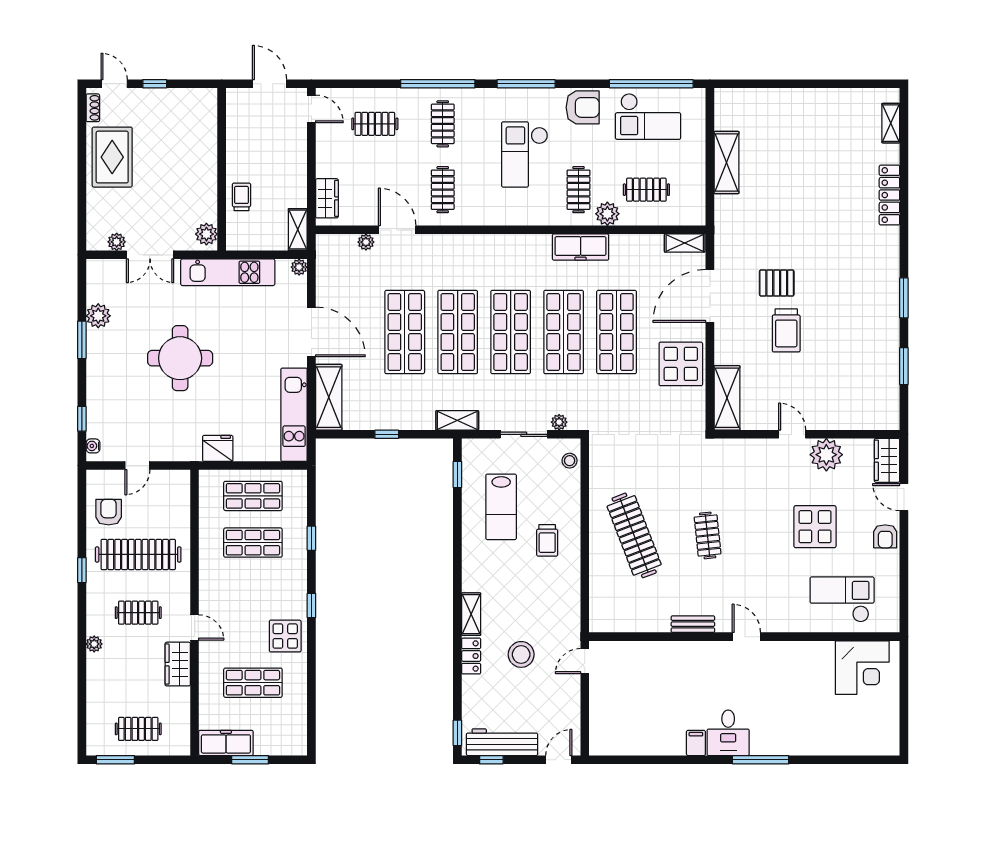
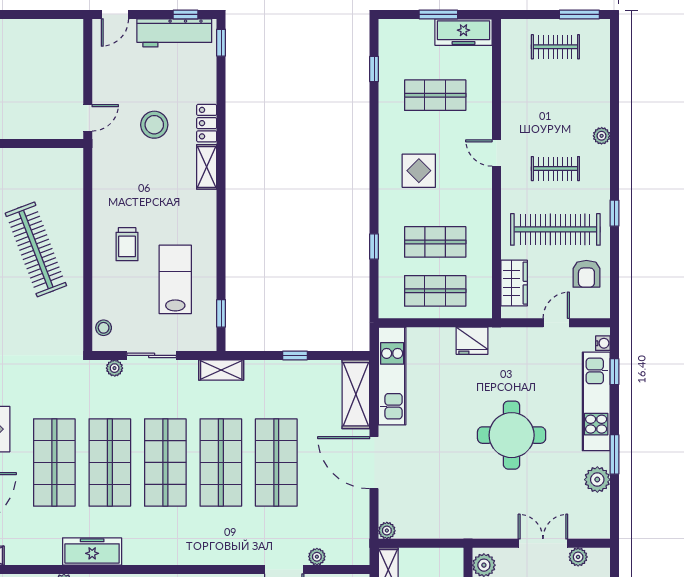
kitchen unit: (228, 272) -> (596, 401), moved, turned -90
trolley: (547, 540) -> (127, 244), turned 180
window: (311, 605) -> (374, 69), moved
display table: (285, 636) -> (419, 171), moved
wardrobe: (178, 664) -> (514, 283), moved

